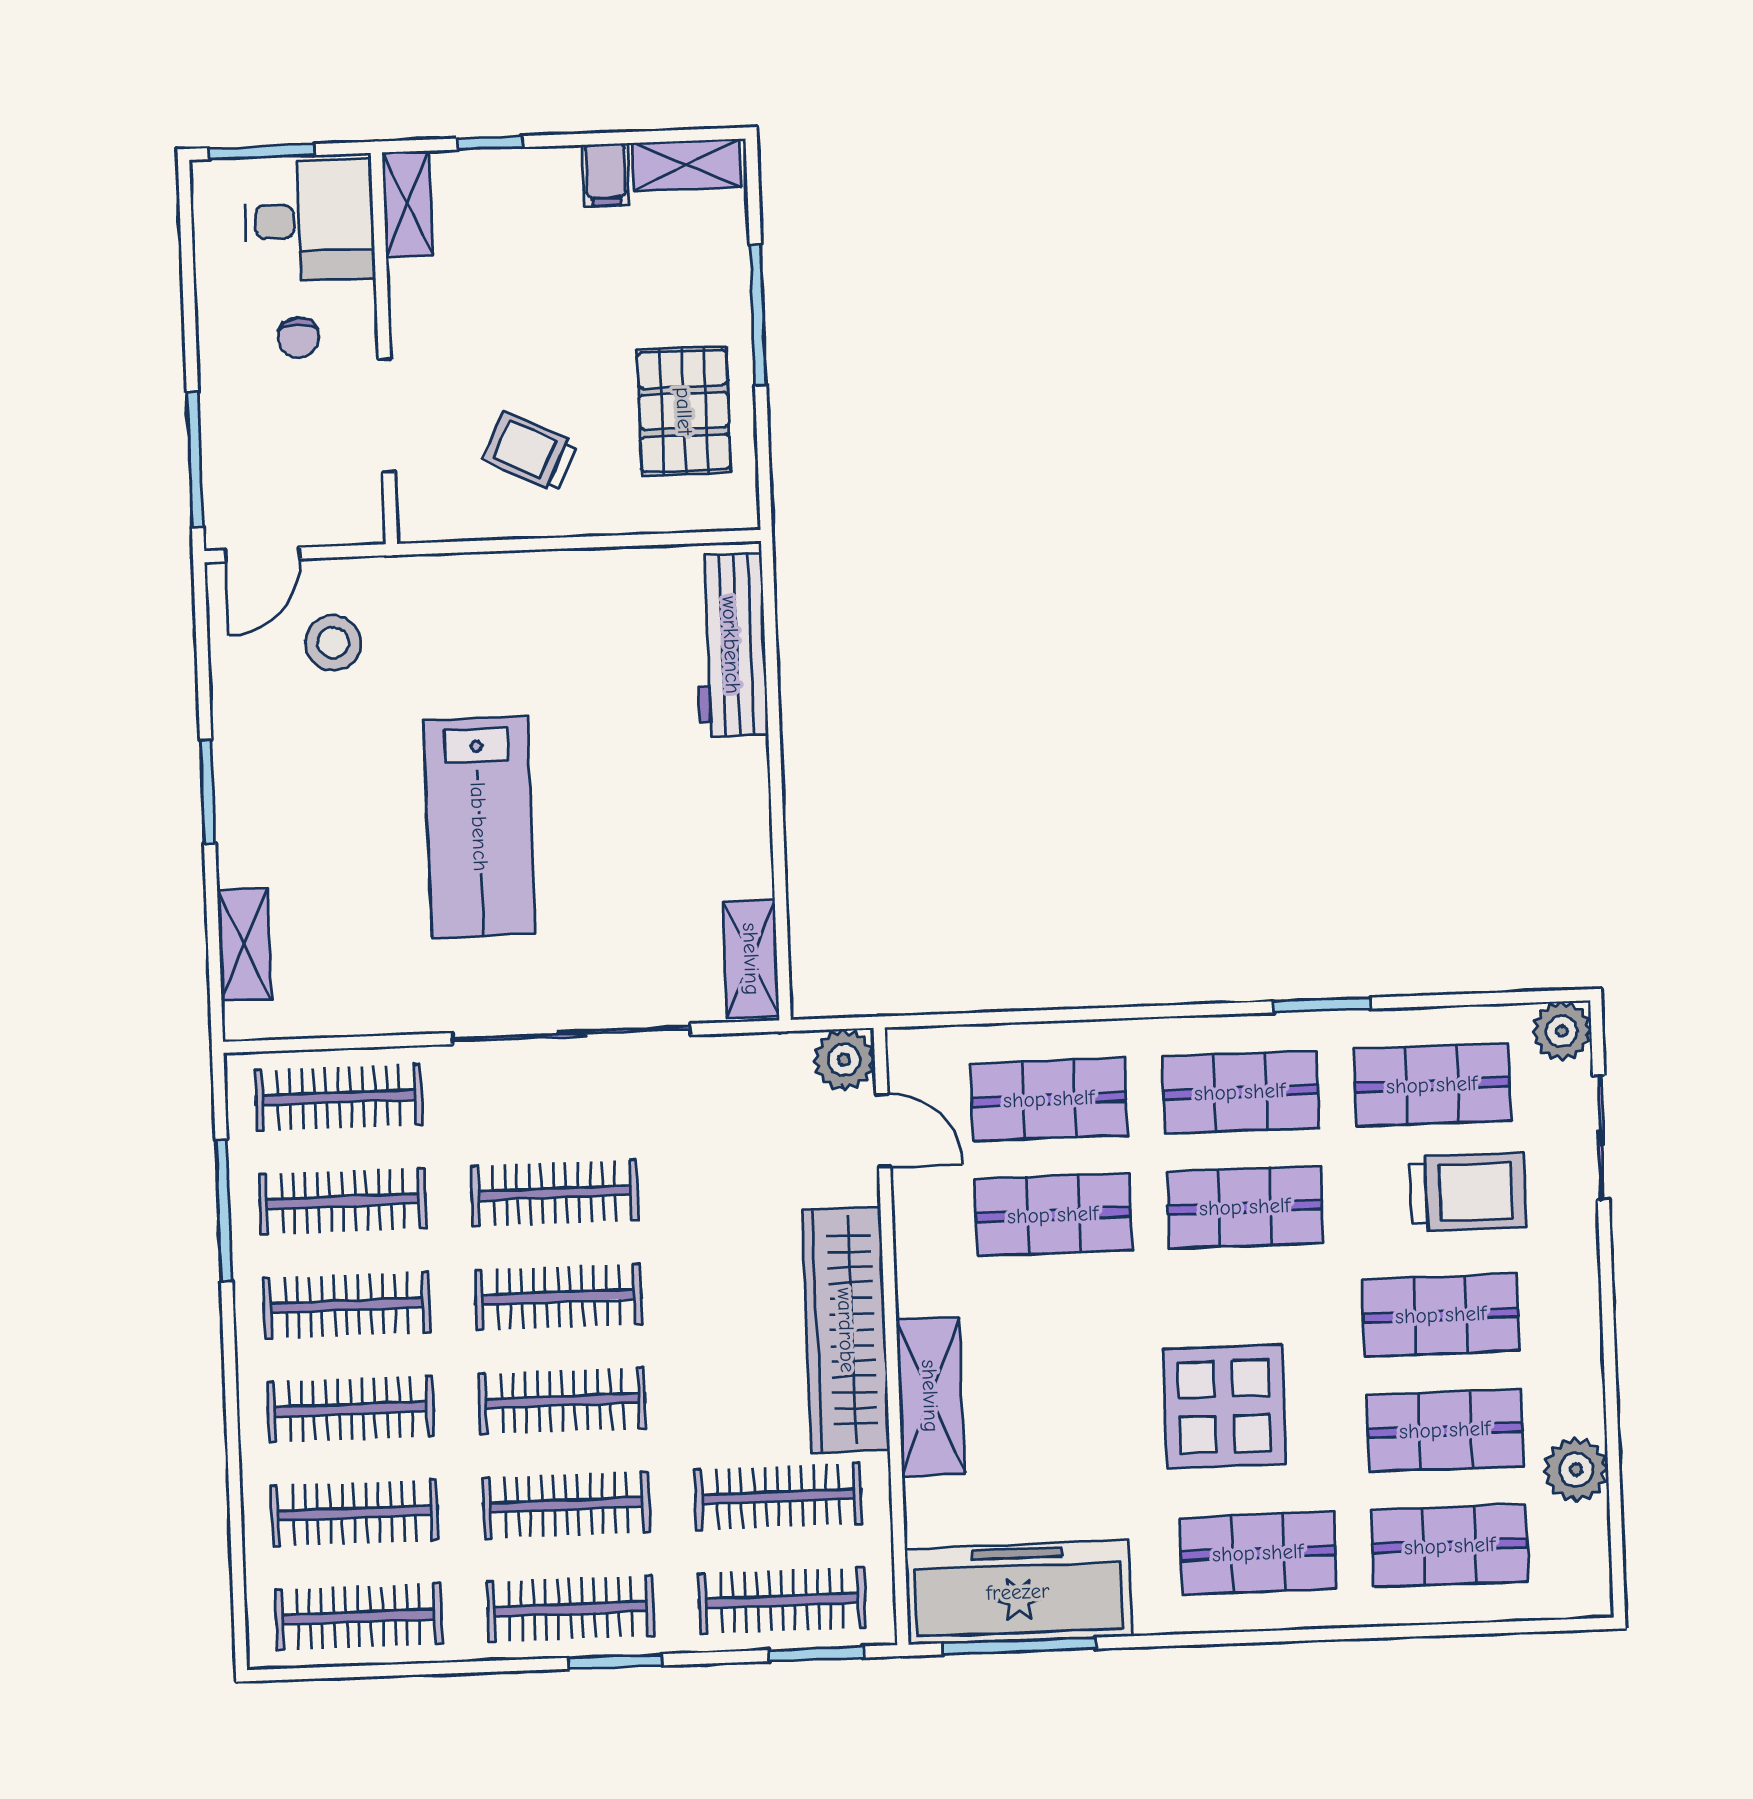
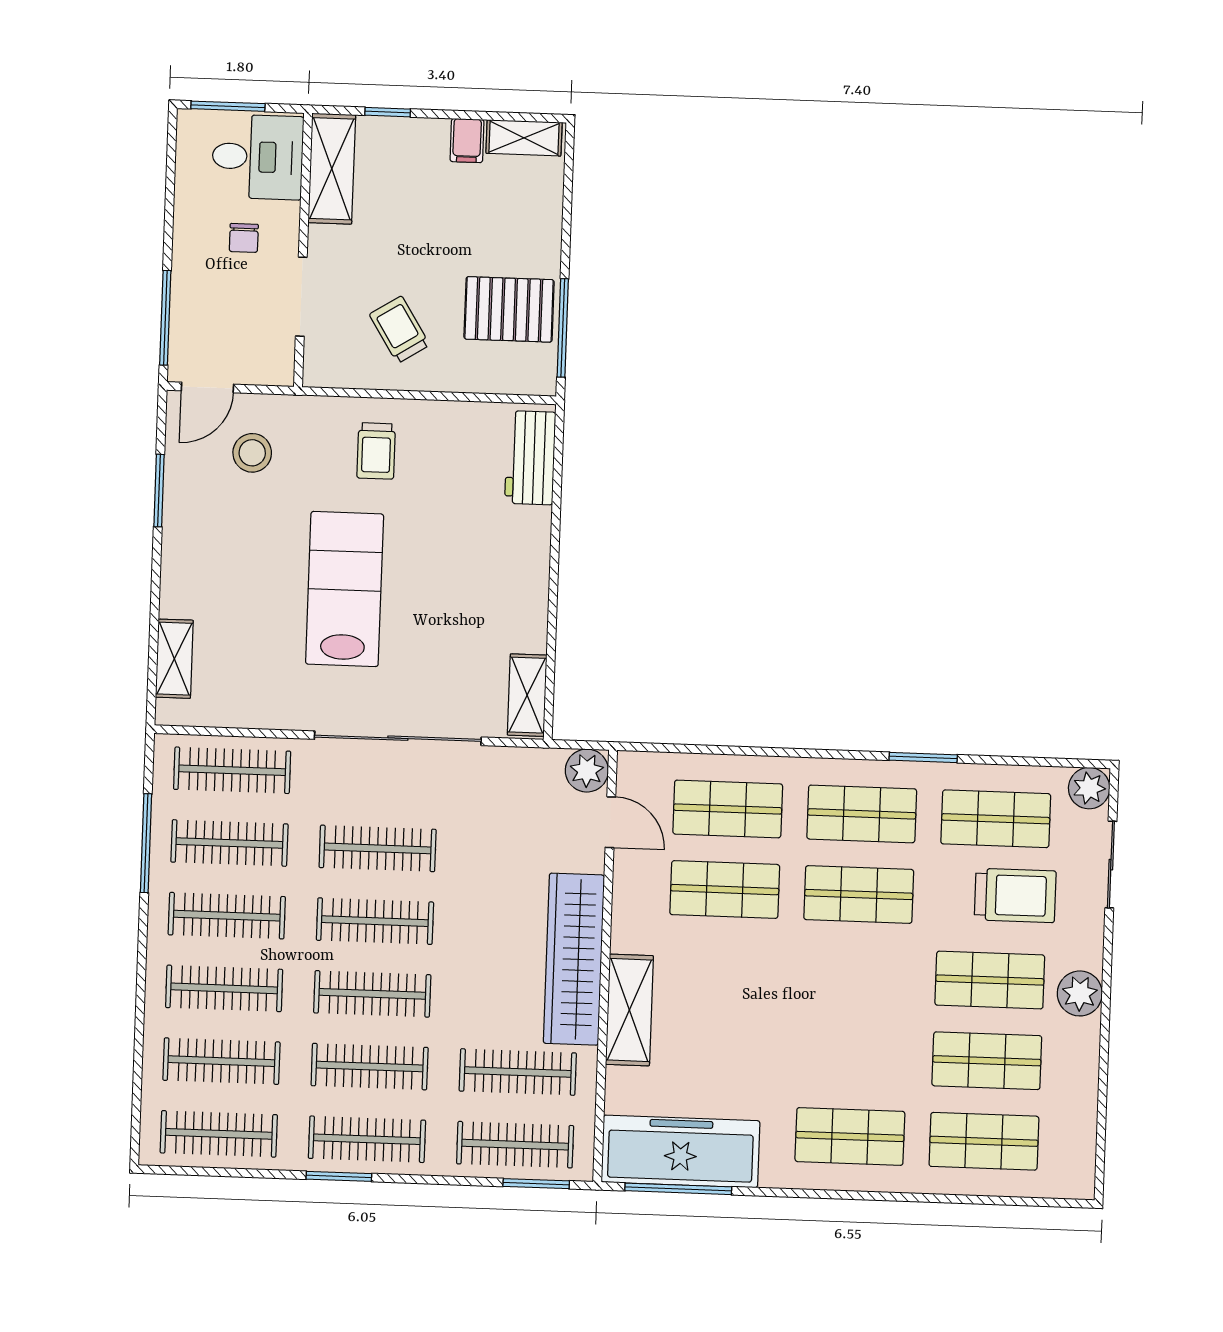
shelving: (407, 204) -> (332, 169), width x1.50, depth x1.33
window: (758, 315) -> (563, 328), moved
pallet: (684, 411) -> (509, 309), turned 90
trolley: (530, 452) -> (399, 330), turned 32
trolley: (510, 627) -> (376, 451), added
workbench: (731, 645) -> (530, 458), width x0.73
window: (208, 792) -> (159, 491), moved
lab bench: (479, 827) -> (345, 589), turned 180
display table: (1224, 1407) -> (834, 1033), removed
plant: (1576, 1470) -> (1080, 993), moved
window: (615, 1662) -> (339, 1176), moved

